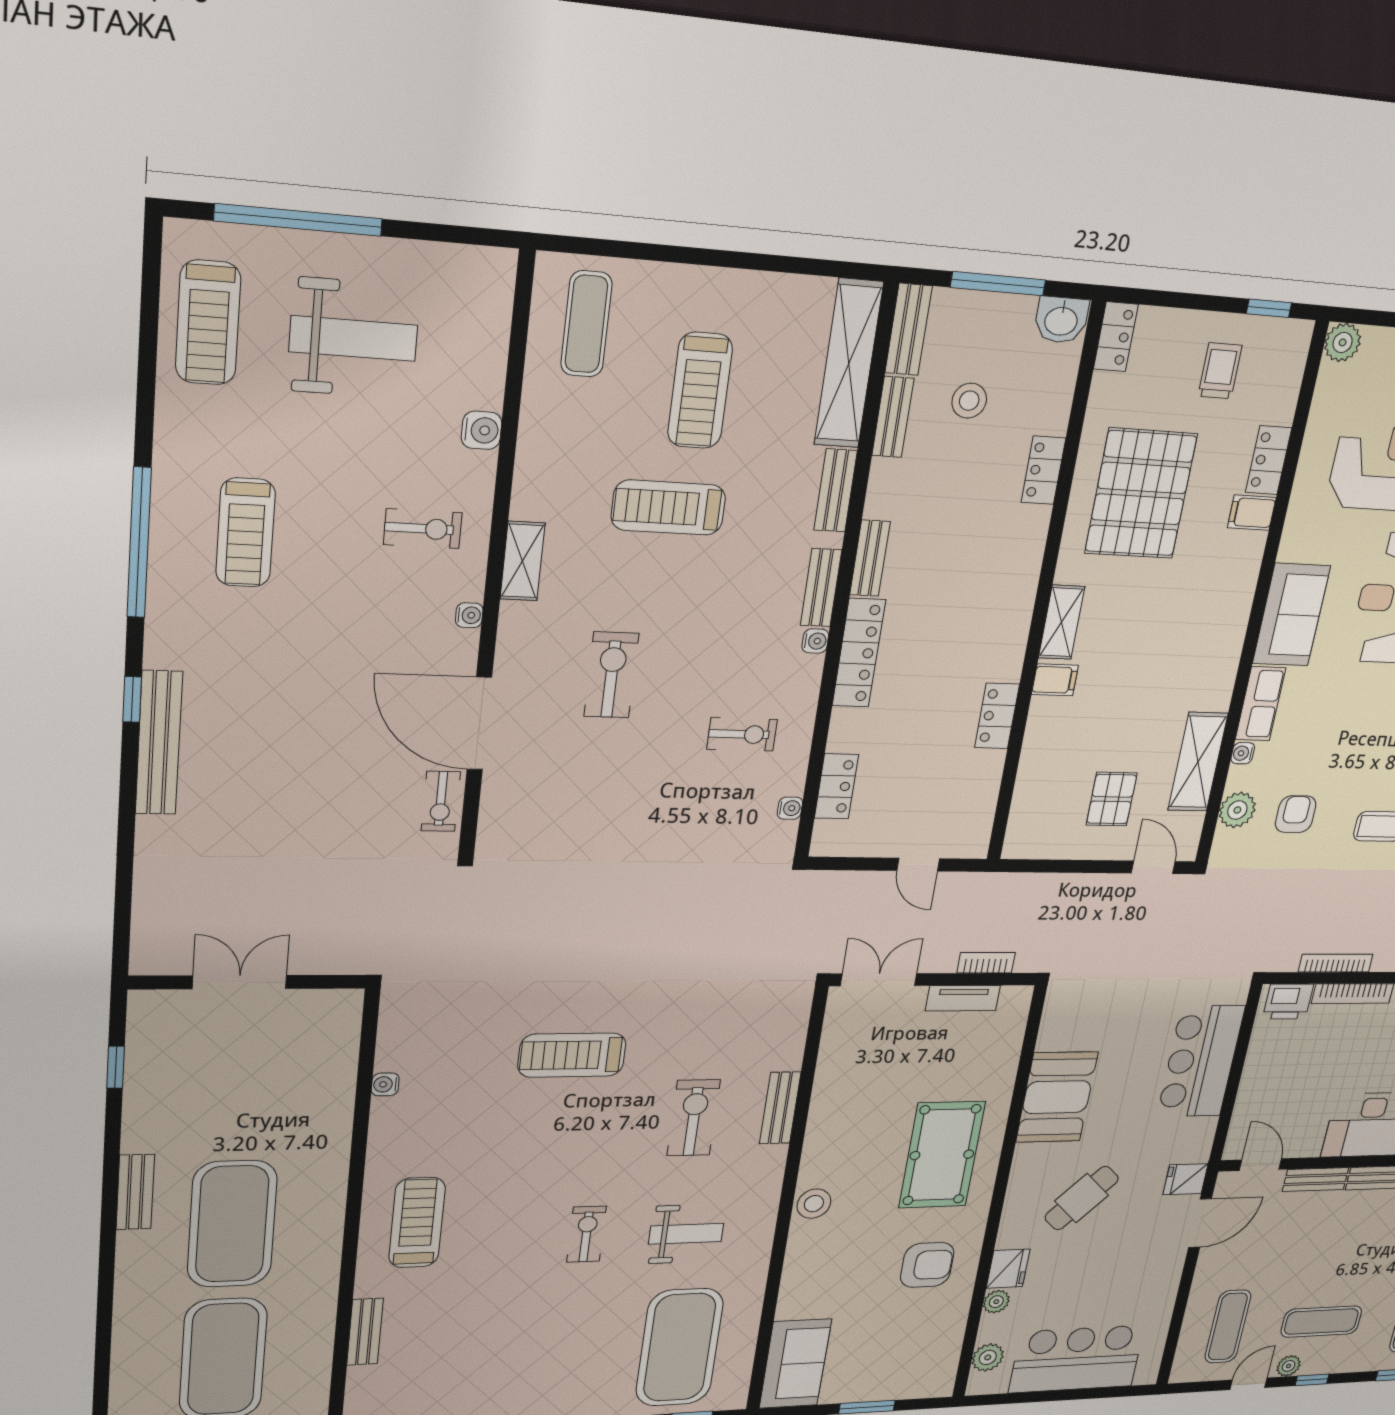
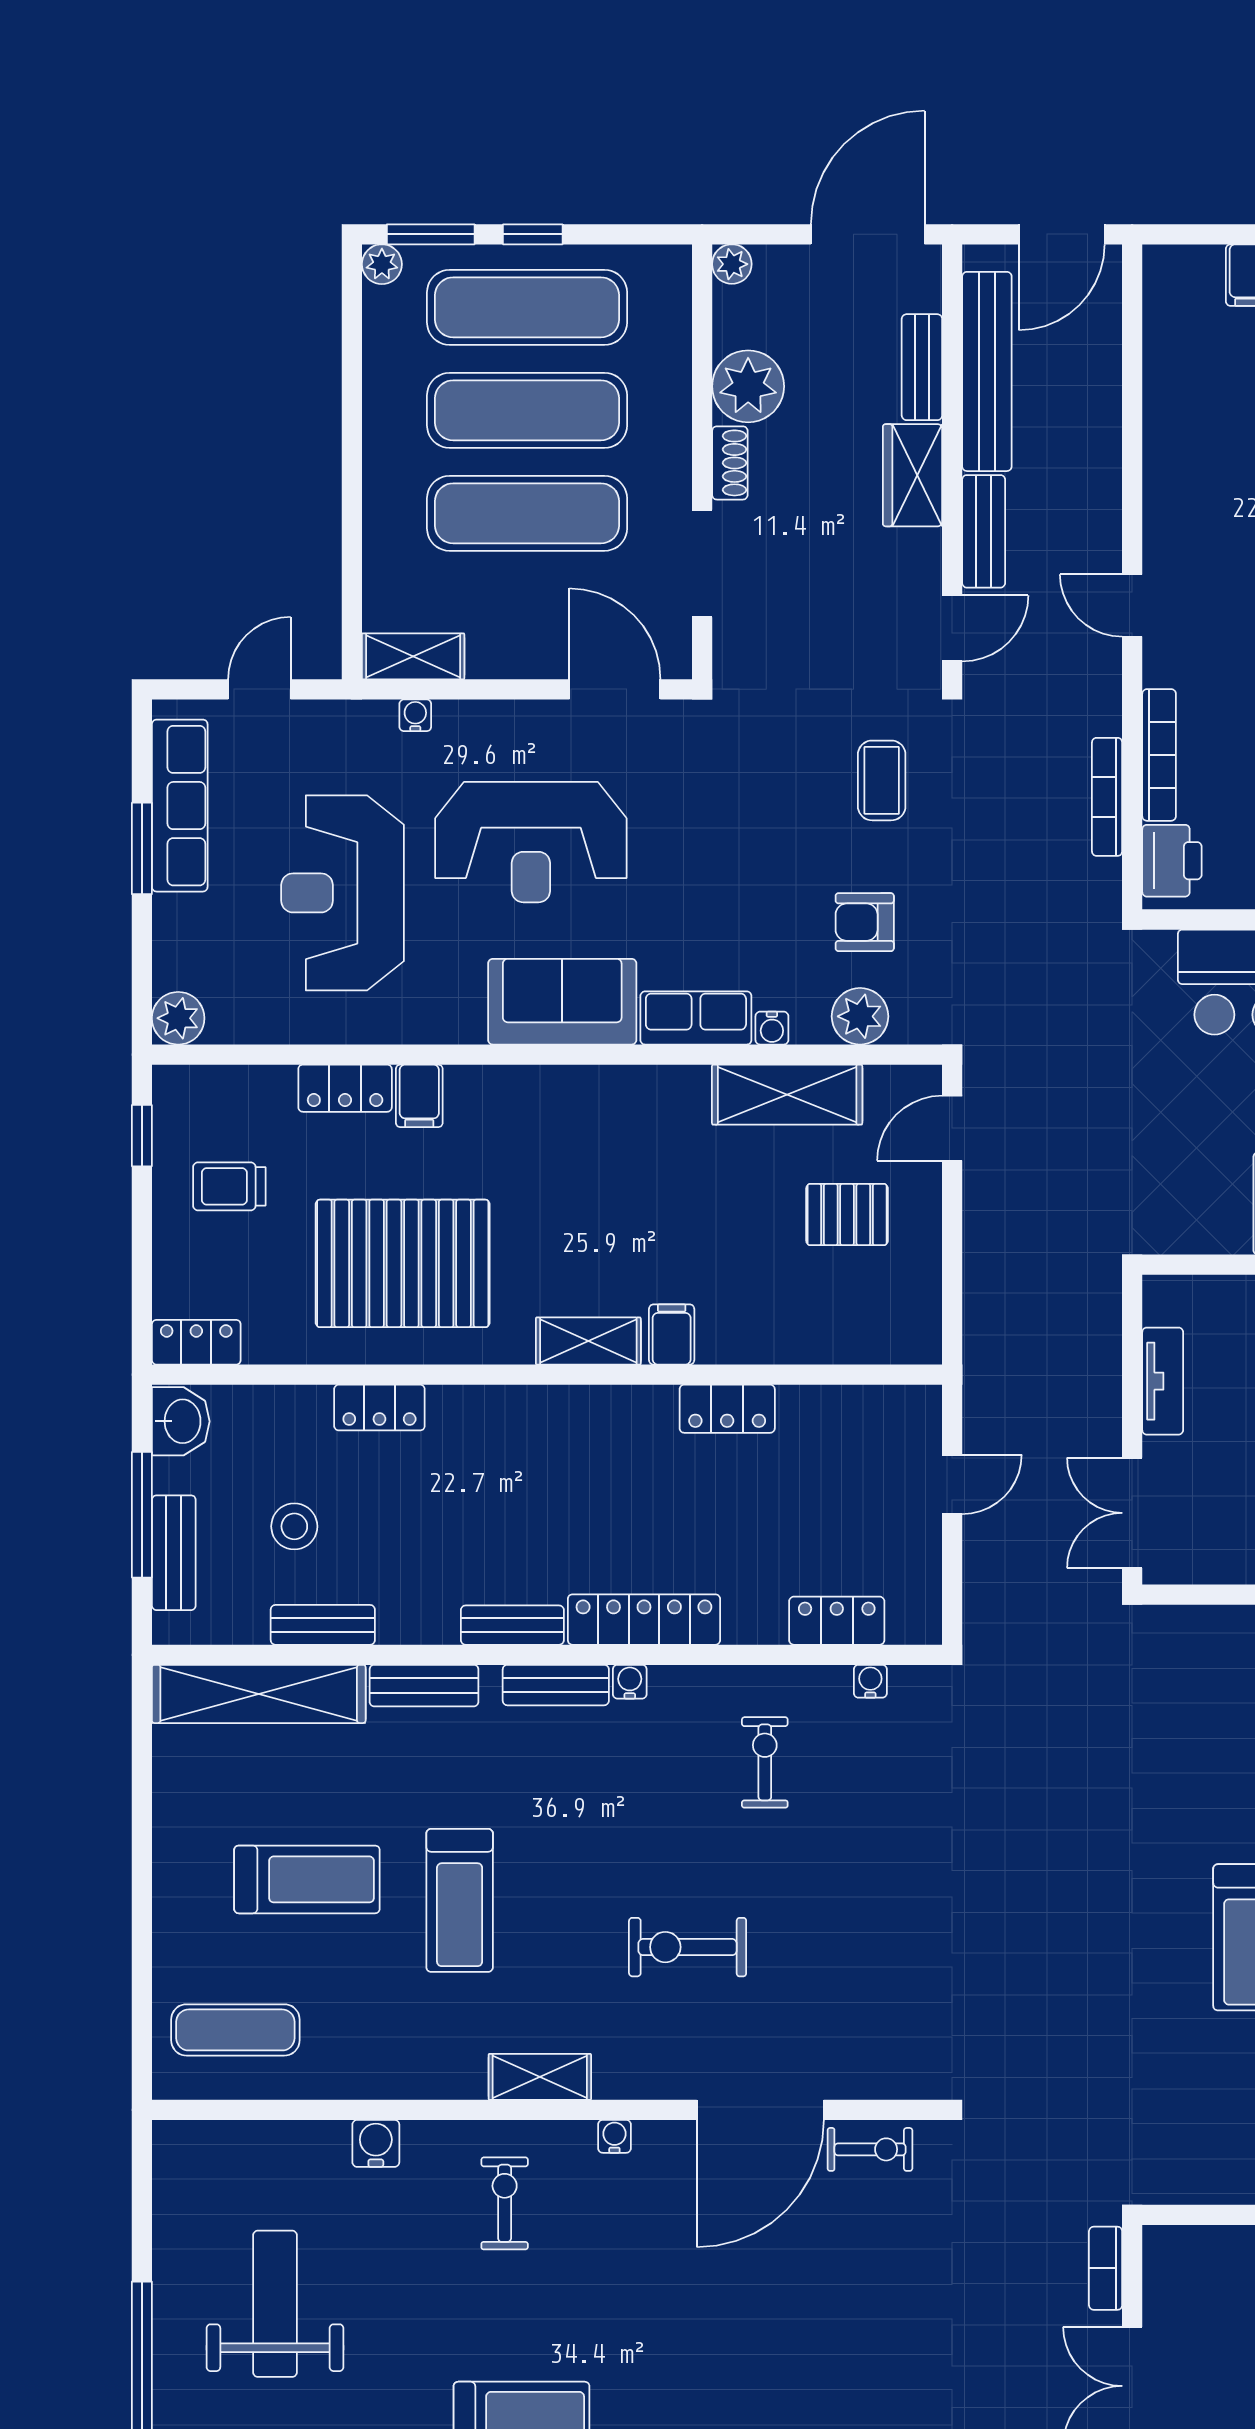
bench: (908, 329) -> (174, 1553), moved, turned 90
bookcase: (986, 963) -> (1106, 2268), moved

